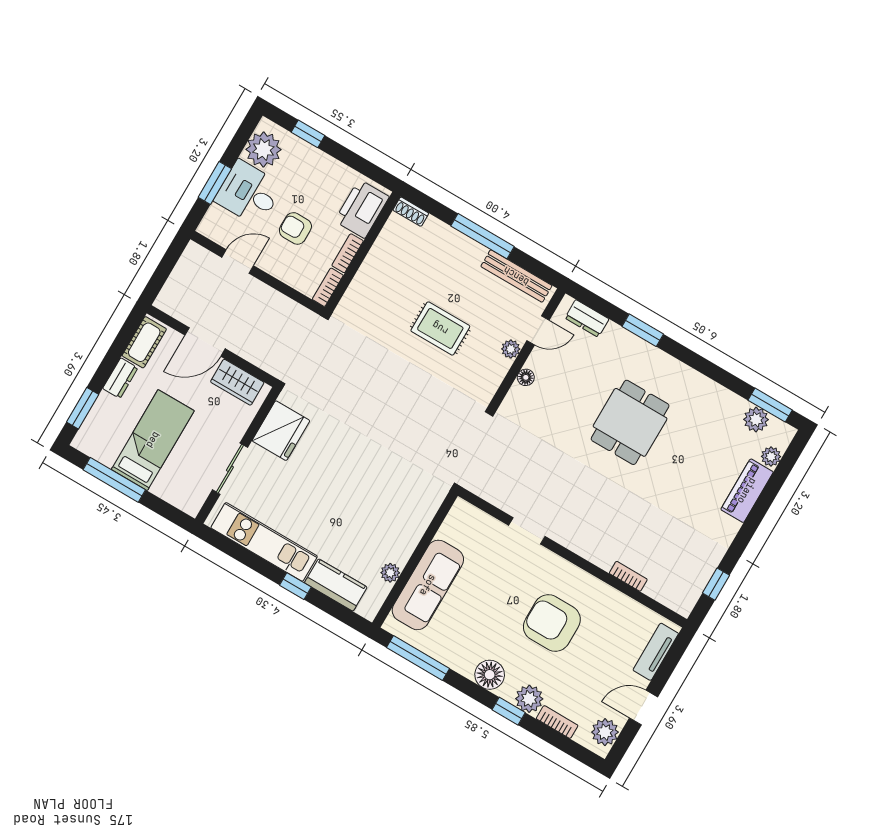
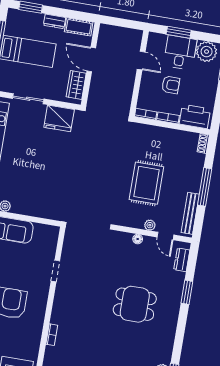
armchair: (295, 228) -> (171, 85), turned 90
rug: (440, 328) -> (146, 183), width x1.36, depth x1.43

